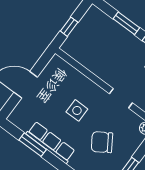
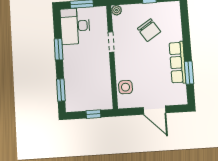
window: (126, 23) -> (61, 90), moved
side table: (77, 110) -> (125, 87), moved

